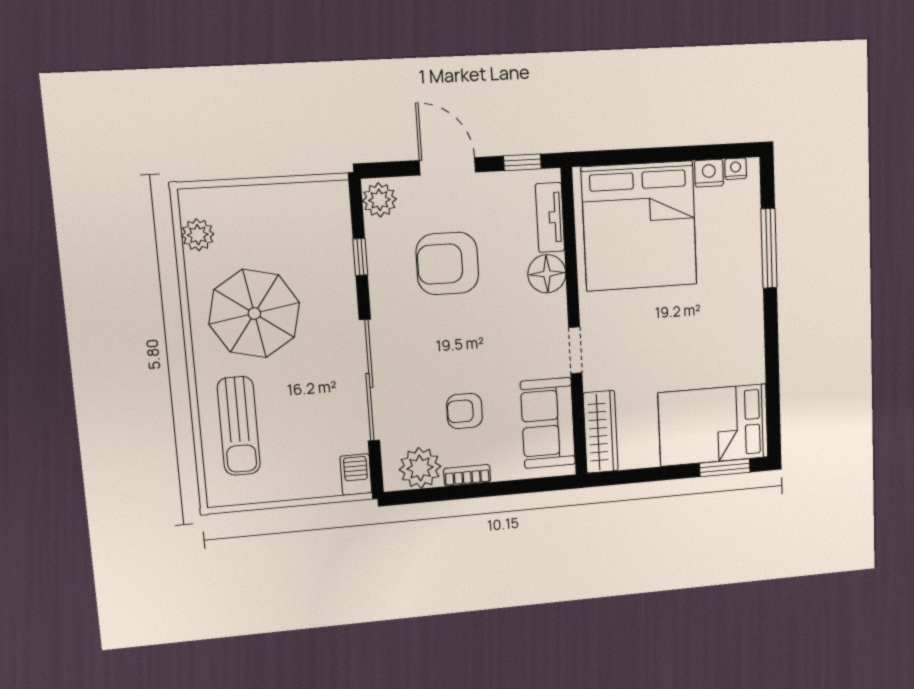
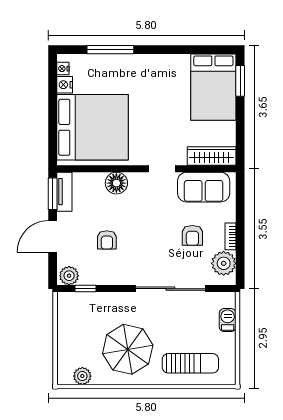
window: (522, 162) -> (53, 194), width x1.50
tv unit: (550, 217) -> (64, 192), moved, turned -90
window: (360, 257) -> (85, 289), moved
armchair: (447, 264) -> (107, 240), width x0.53, depth x0.53
barbecue: (356, 475) -> (228, 320), moved, turned 90

